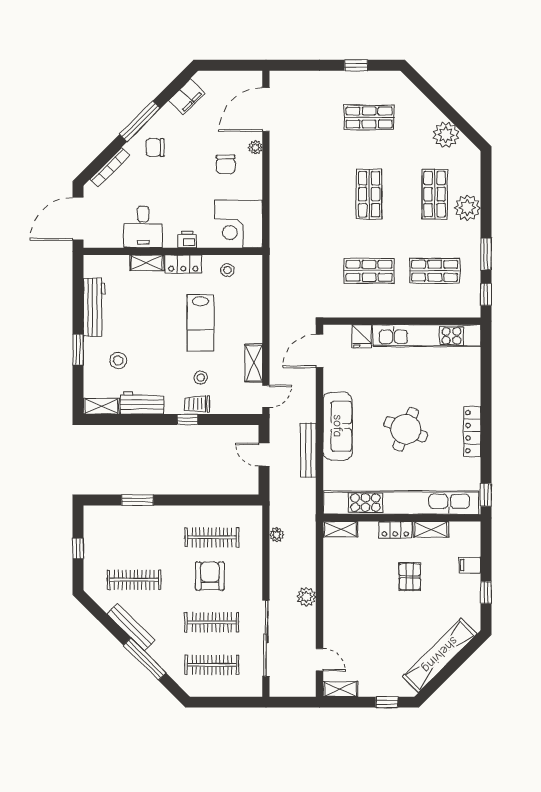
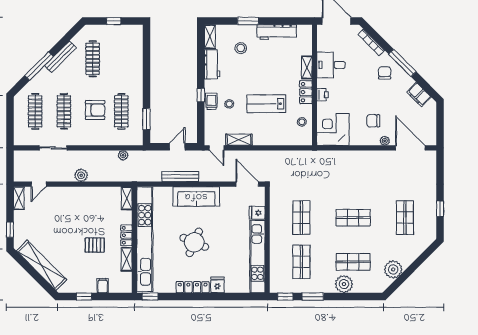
fridge: (469, 395) -> (217, 285), added
window: (137, 500) -> (146, 119), moved
sliding door: (266, 638) -> (53, 148), width x0.54

